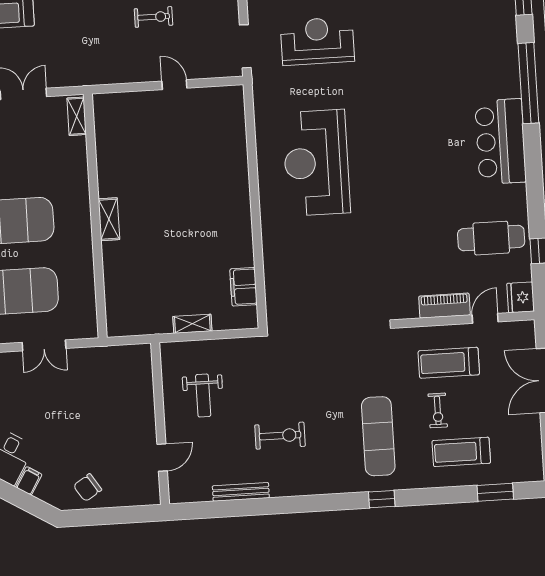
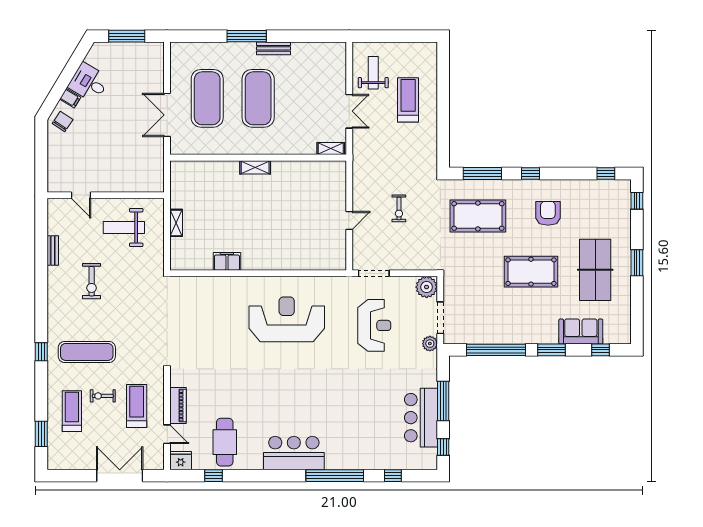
filing cabinet: (243, 287) -> (227, 261), moved
double door: (44, 345) -> (167, 115), width x1.37
weight bench: (203, 396) -> (124, 228), width x1.36, depth x1.33
chair: (88, 488) -> (63, 122), moved, turned 67
bench: (241, 492) -> (53, 250), width x0.73

